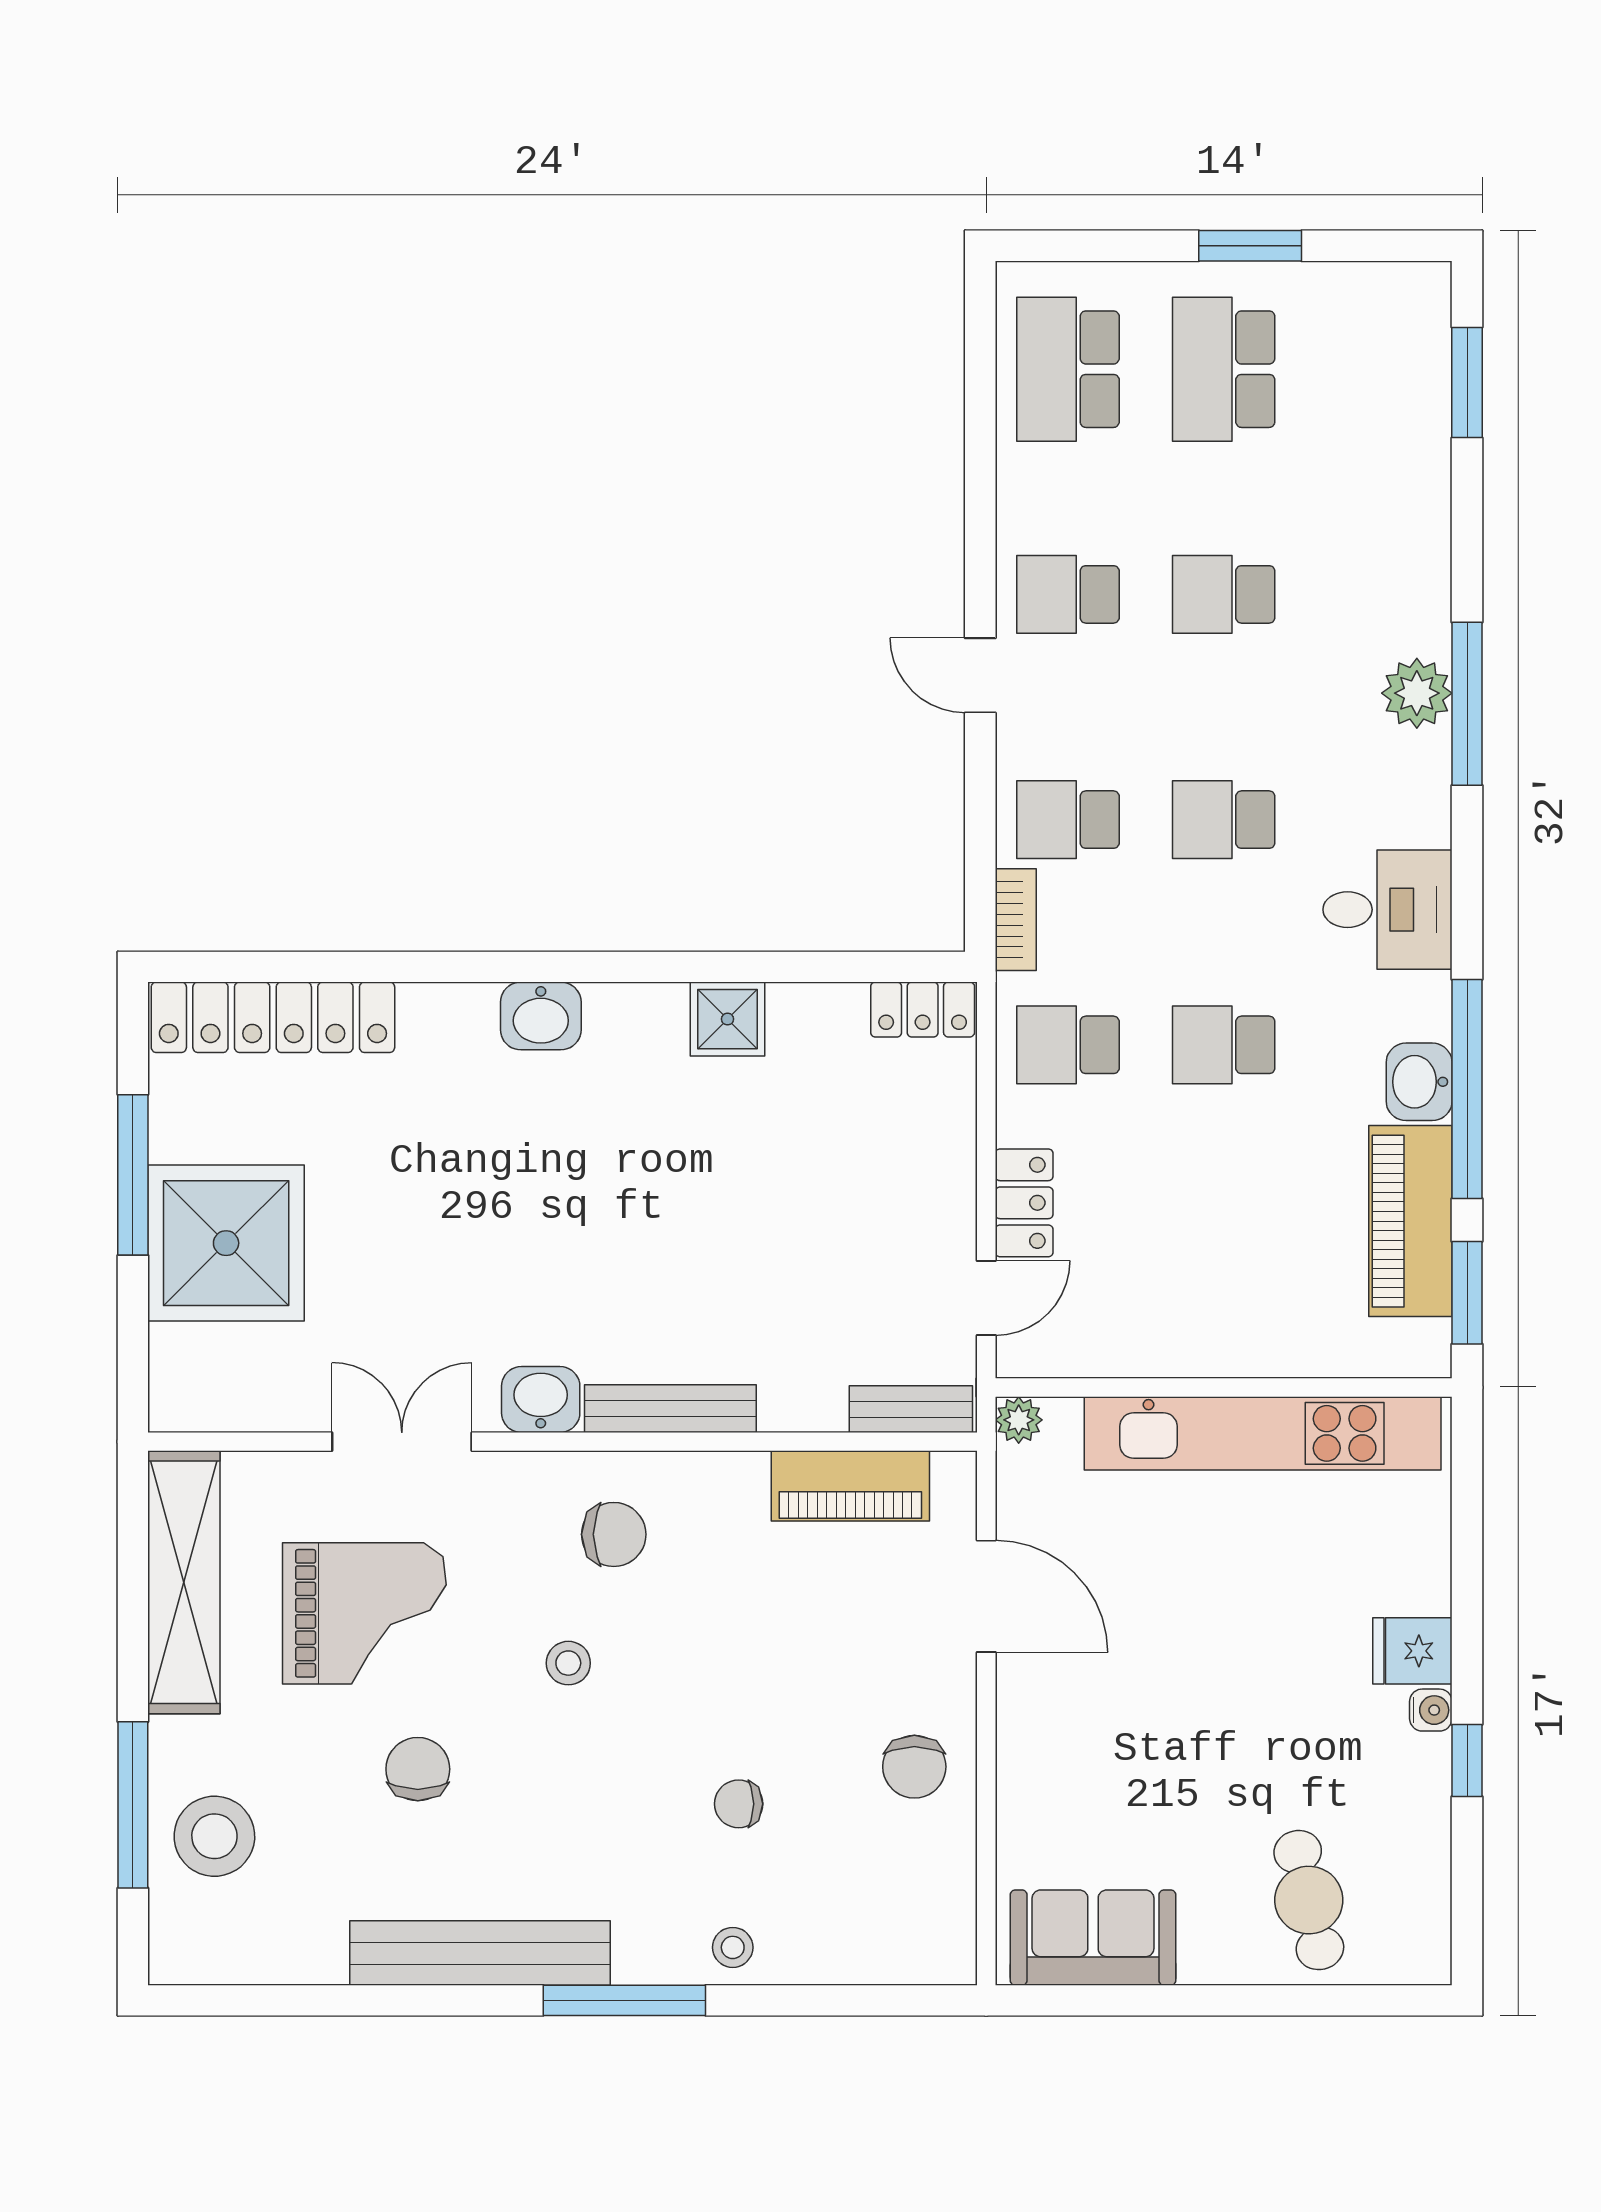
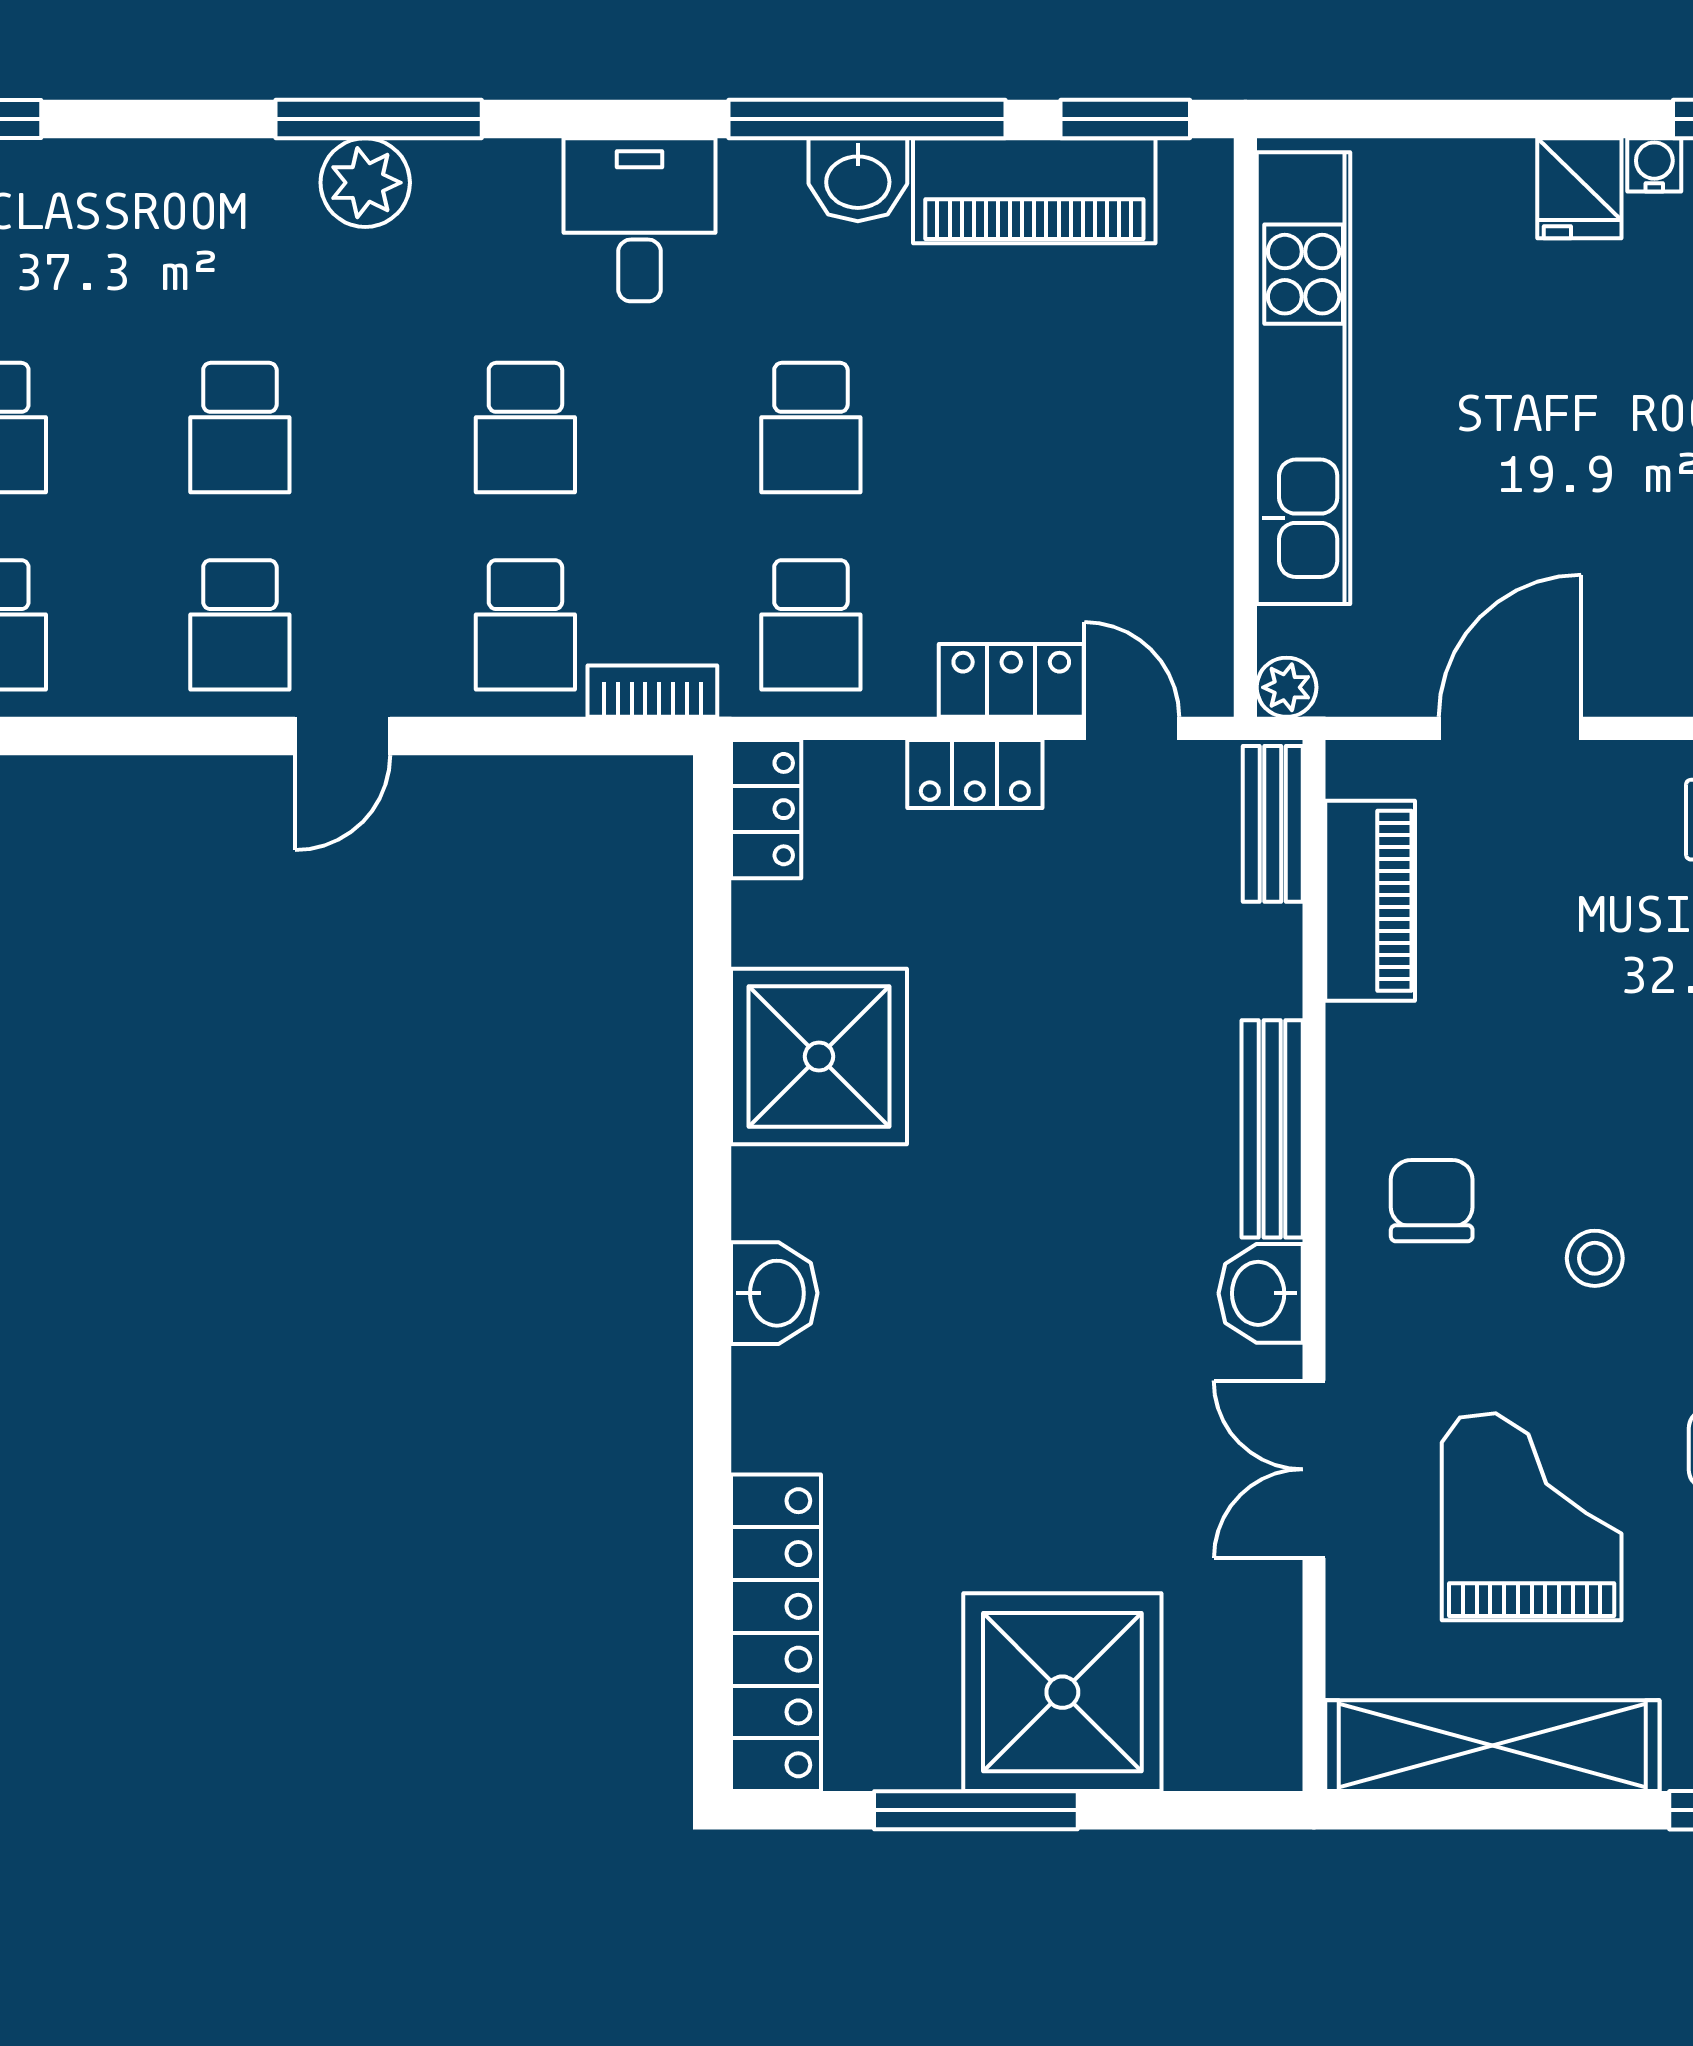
shower: (727, 1019) -> (819, 1056), width x1.86, depth x1.86
locker: (950, 1174) -> (975, 774), added

